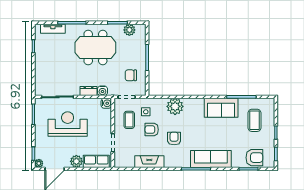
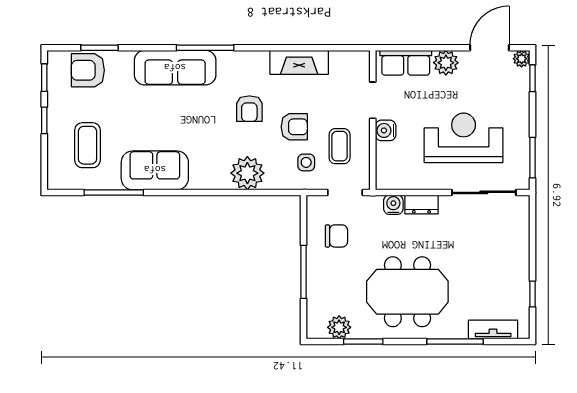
water cooler: (106, 103) -> (386, 130), moved
reception desk: (68, 124) -> (464, 138), turned 180

